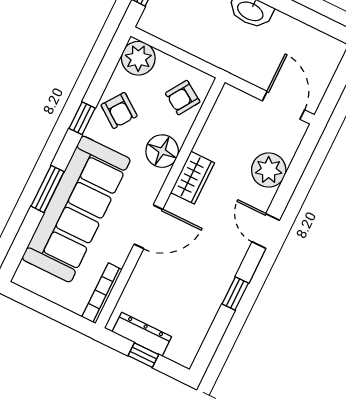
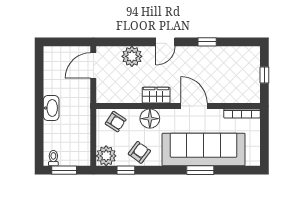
window: (82, 118) -> (126, 170), moved
dresser: (142, 334) -> (254, 81), removed

